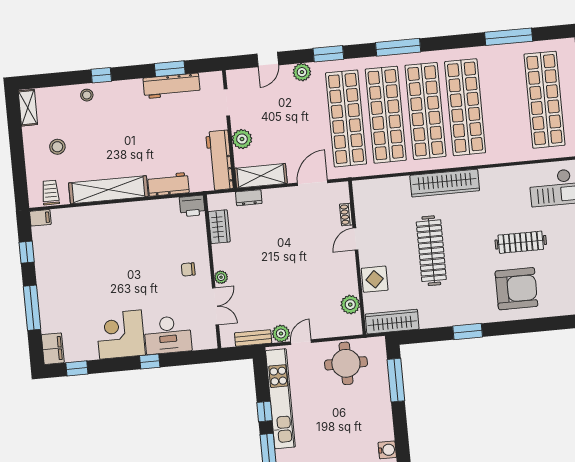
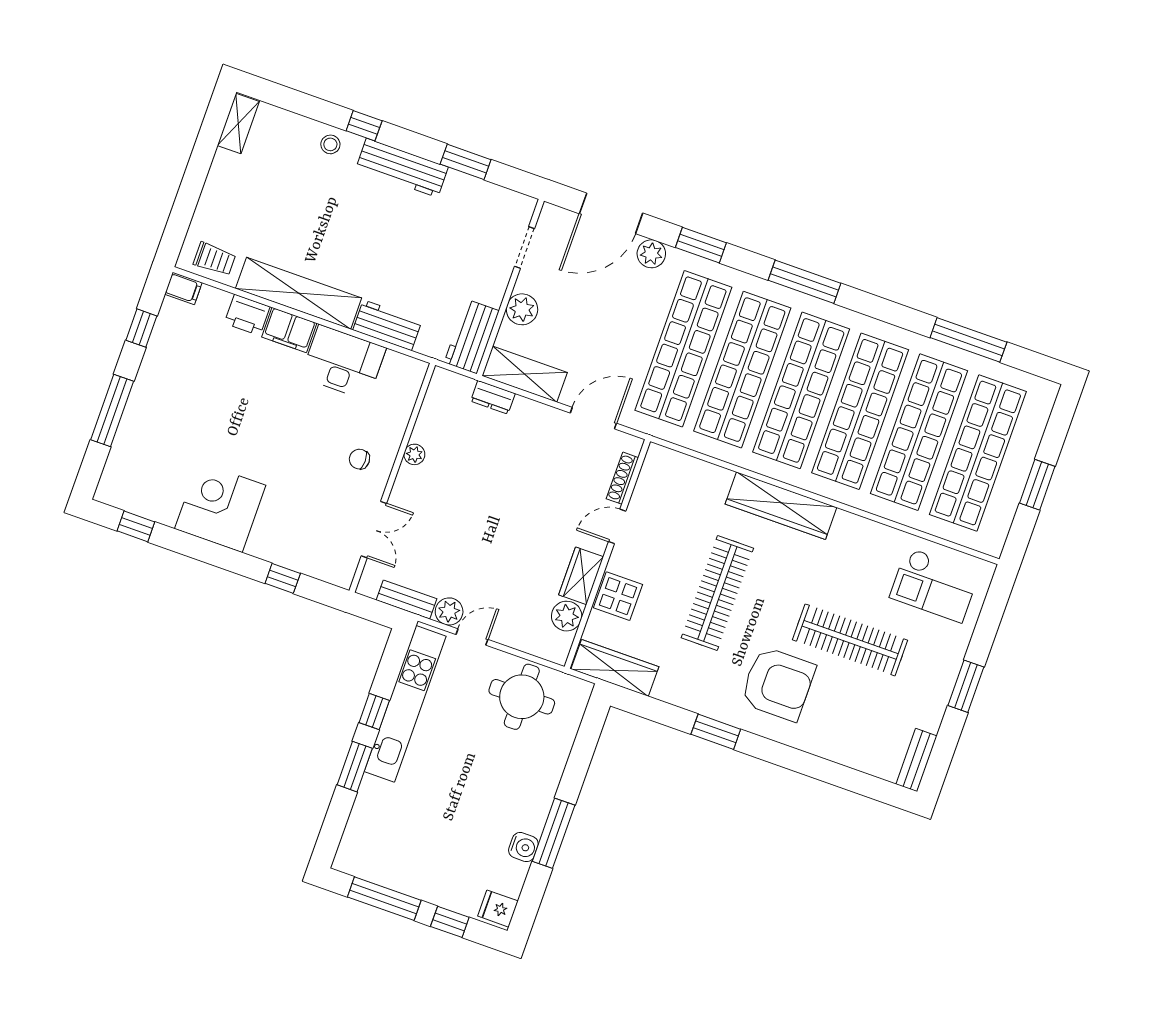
door: (268, 59) -> (611, 213), width x1.87
workbench: (172, 86) -> (402, 168), moved
shop shelf: (505, 103) -> (919, 432), added
stool: (57, 147) -> (254, 199), removed
workbench: (219, 160) -> (472, 337), width x0.73
trolley: (51, 193) -> (215, 259), turned 90
printer: (192, 206) -> (247, 315), moved
shoe rack: (346, 214) -> (622, 478), width x1.43
wardrobe: (219, 227) -> (581, 576), moved, turned 180
clothes rail: (521, 242) -> (850, 640), width x1.37, depth x1.31
plant: (221, 277) -> (414, 454), moved
armchair: (516, 289) -> (778, 684), moved
desk: (168, 335) -> (343, 362), moved, turned 180
filing cabinet: (53, 349) -> (289, 330), moved, turned 90
window: (150, 362) -> (283, 578), moved
window: (396, 380) -> (554, 833), moved

